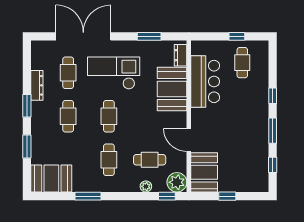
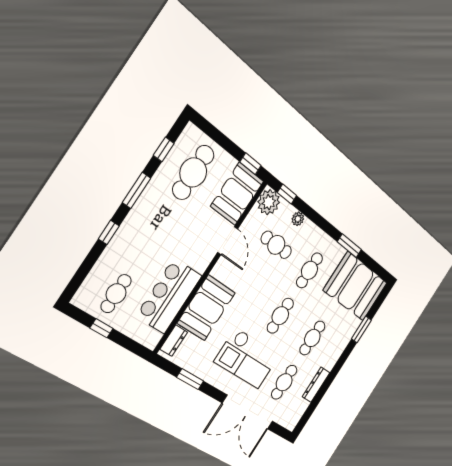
window: (27, 106) -> (336, 369), removed
cafe table: (244, 165) -> (193, 172), added
booth: (51, 178) -> (356, 287), width x1.36, depth x1.42
window: (227, 196) -> (251, 164), moved

